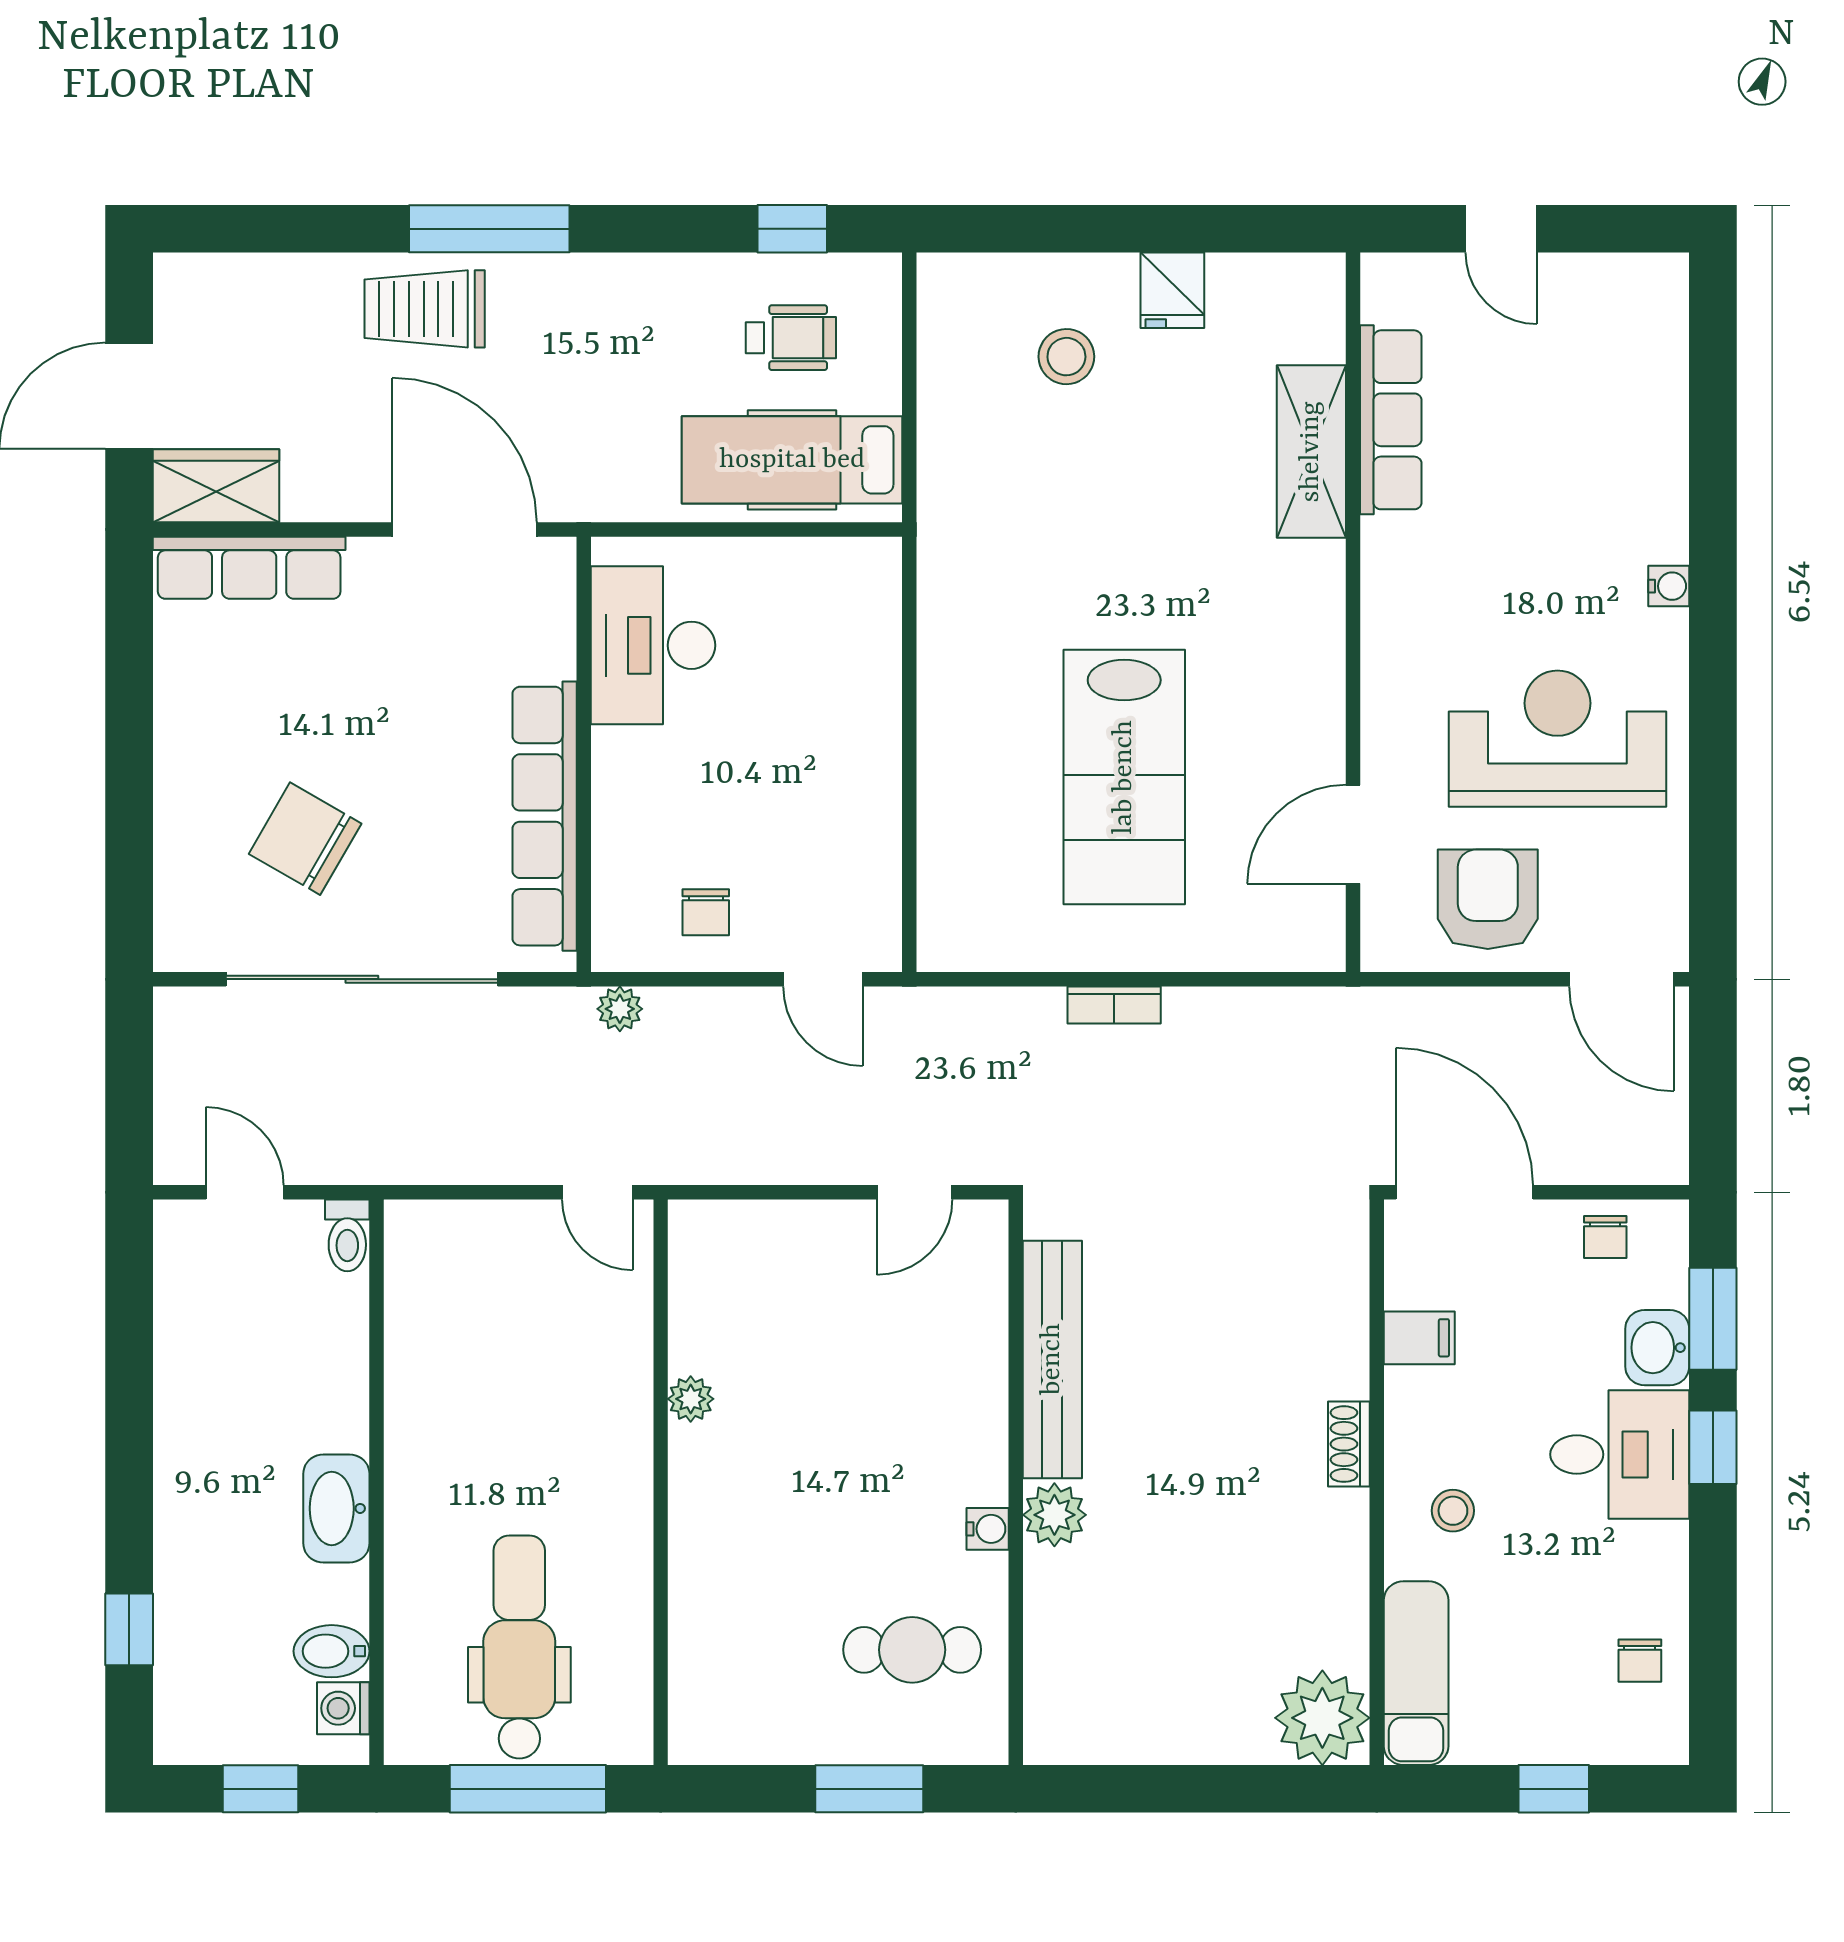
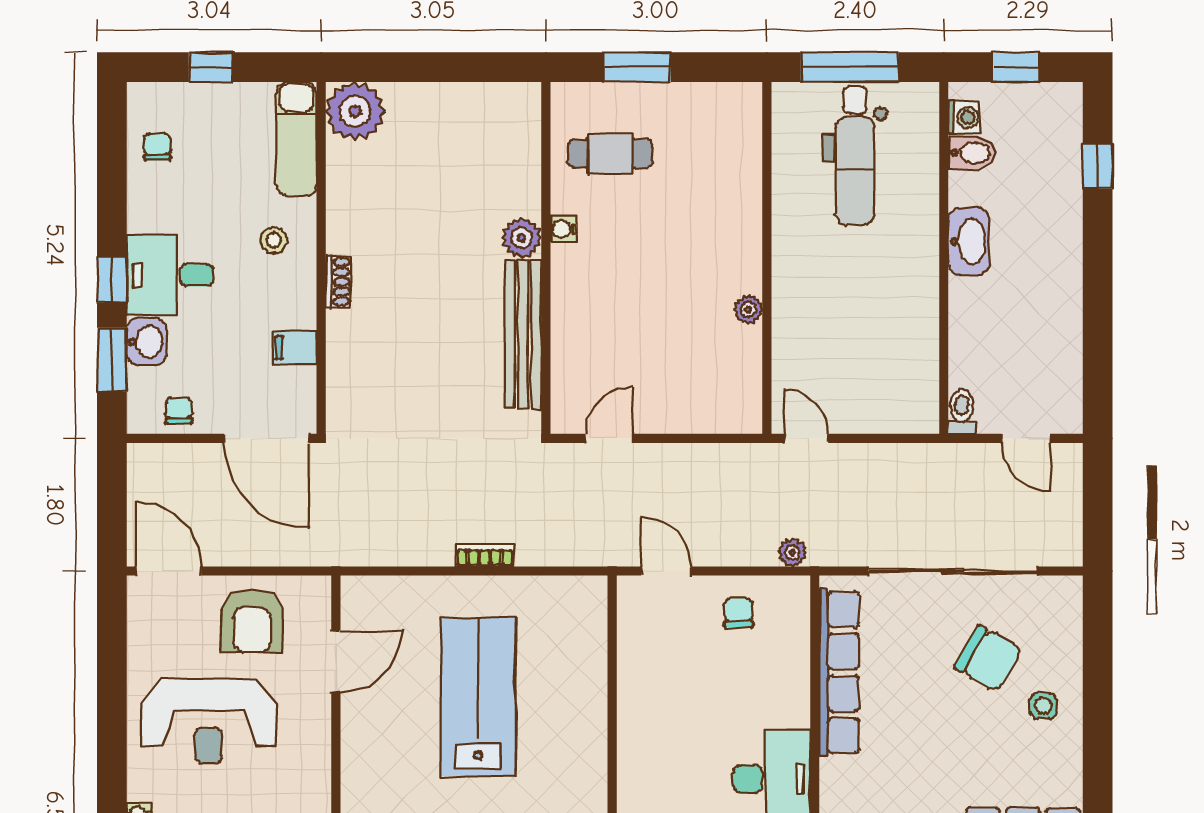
side table: (216, 763) -> (1043, 706), added

